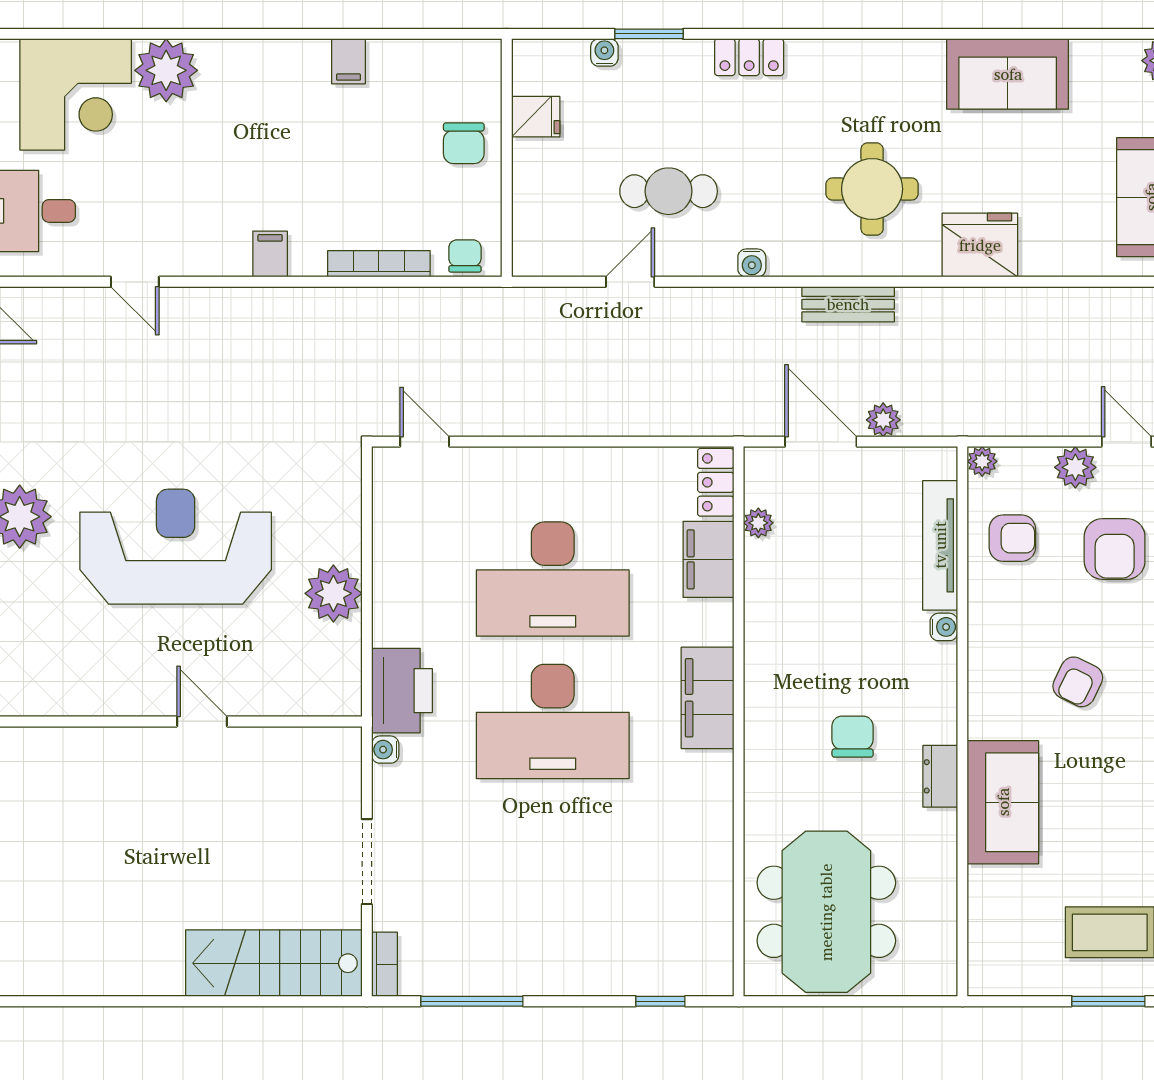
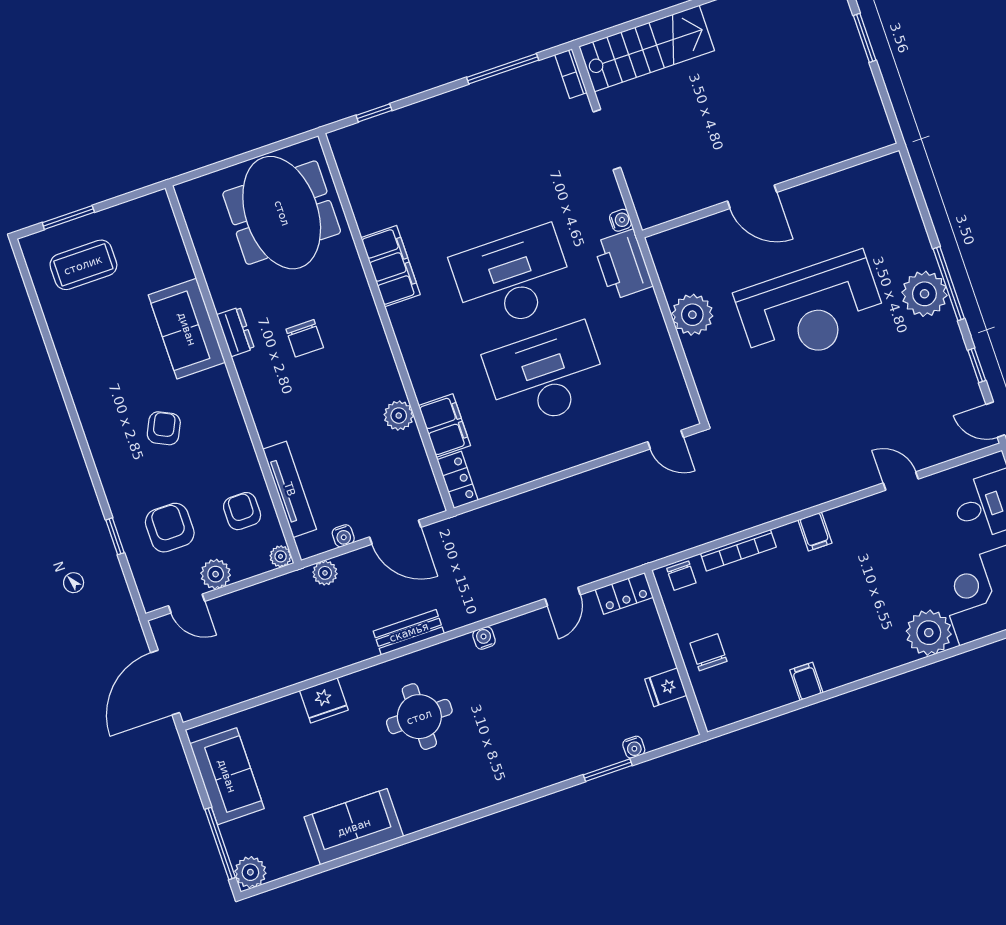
locker: (749, 57) -> (624, 593), moved, turned 180
cafe table: (669, 191) -> (558, 668), removed
fridge: (980, 245) -> (324, 700), width x0.73, depth x0.75
plant: (883, 420) -> (325, 573), moved
plant: (758, 523) -> (399, 416), moved, width x1.38, depth x1.38
armchair: (1012, 538) -> (242, 511), turned 90
water cooler: (944, 627) -> (343, 536), moved, turned -90
filing cabinet: (707, 698) -> (391, 266), moved
door: (202, 721) -> (752, 197), width x1.38

